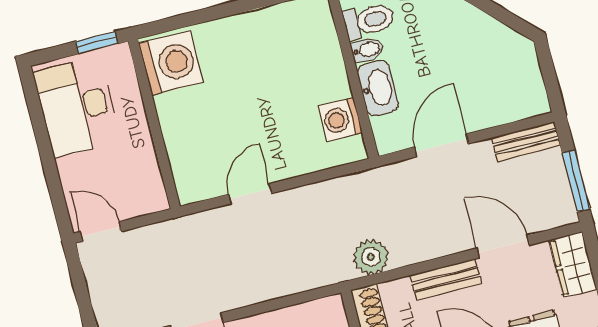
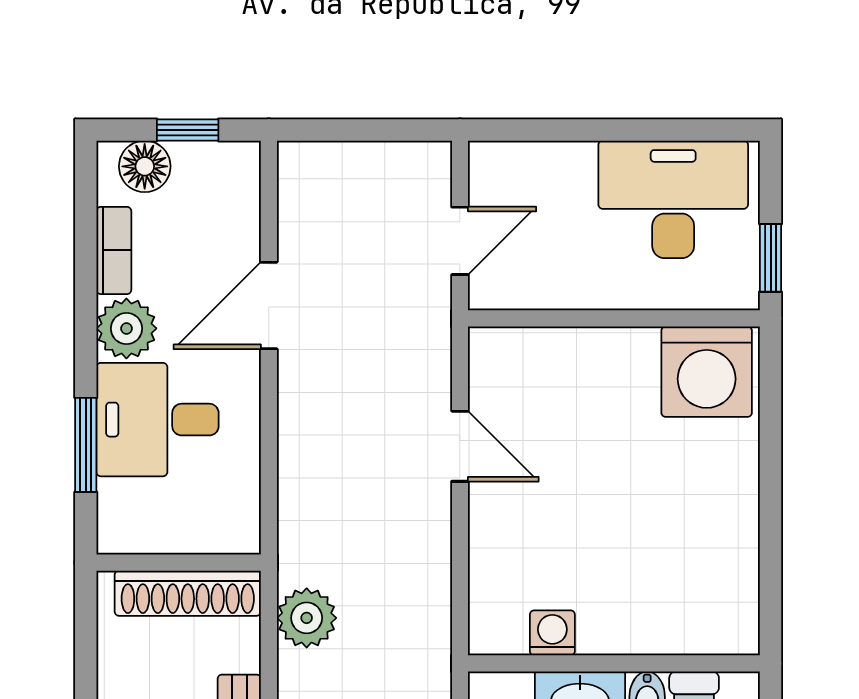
washing machine: (340, 120) -> (552, 633), width x0.73, depth x0.73
door: (101, 231) -> (460, 241), moved

